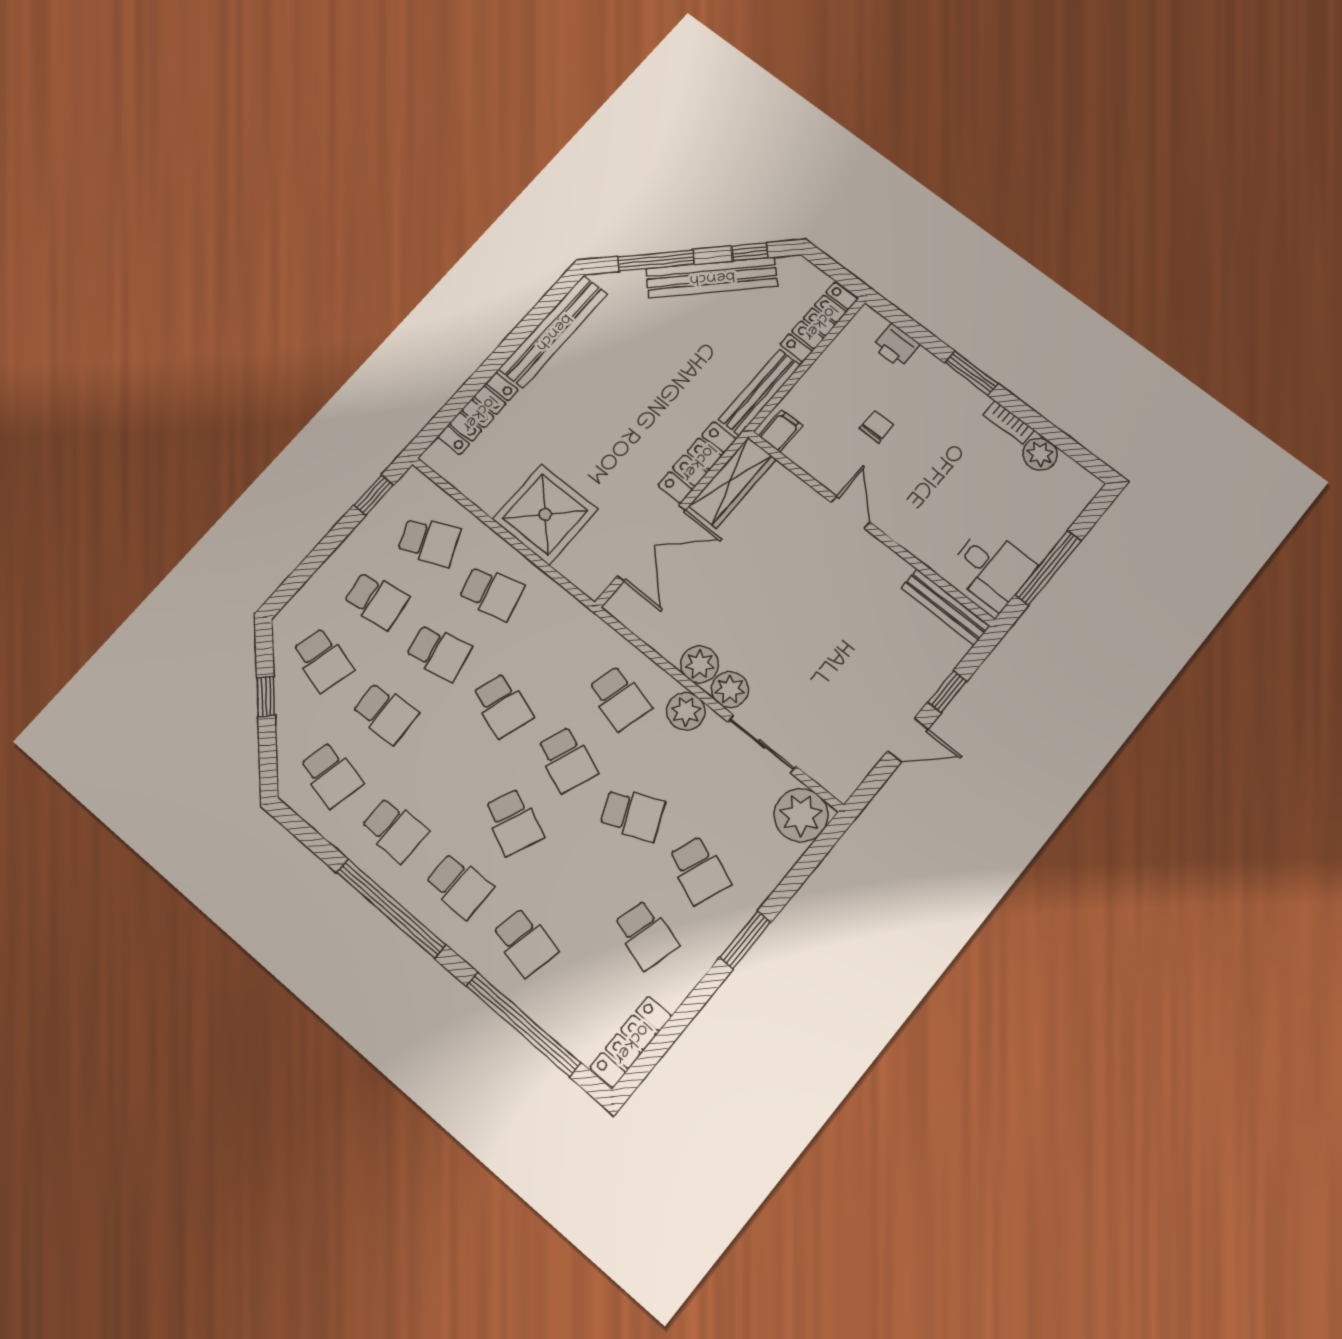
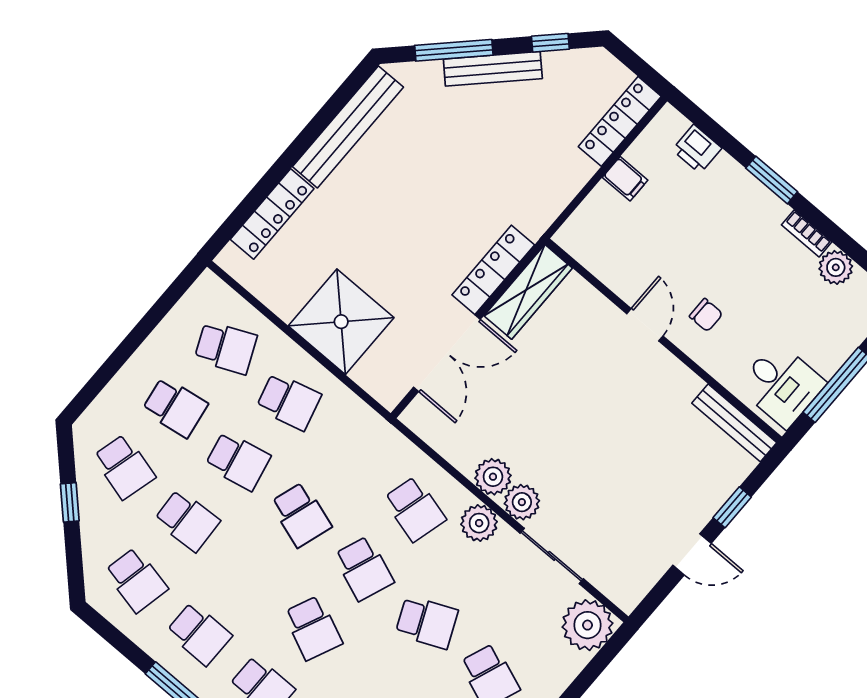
bench: (712, 277) -> (493, 69), width x0.73, depth x0.82
bench: (760, 392) -> (558, 197), removed
chair: (876, 427) -> (706, 315), moved, turned 90
filing cabinet: (781, 431) -> (625, 179), moved, turned 90
window: (374, 495) -> (169, 299), removed

